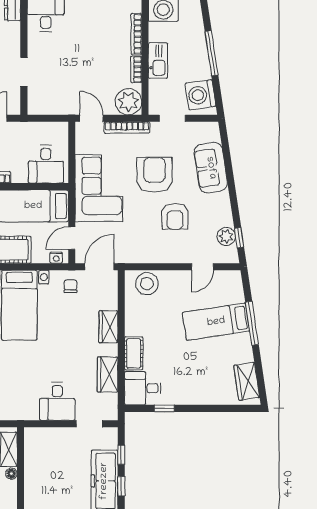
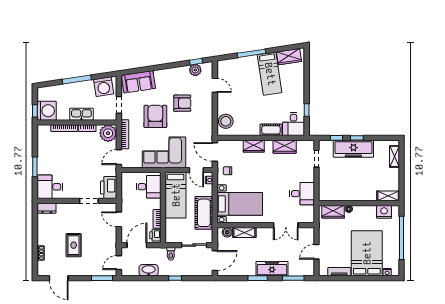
printer: (44, 103) -> (109, 188), added
sofa: (211, 168) -> (138, 82), moved
armchair: (154, 175) -> (155, 116), turned 90
bed: (216, 322) -> (270, 74), moved
desk: (57, 401) -> (302, 194), moved

